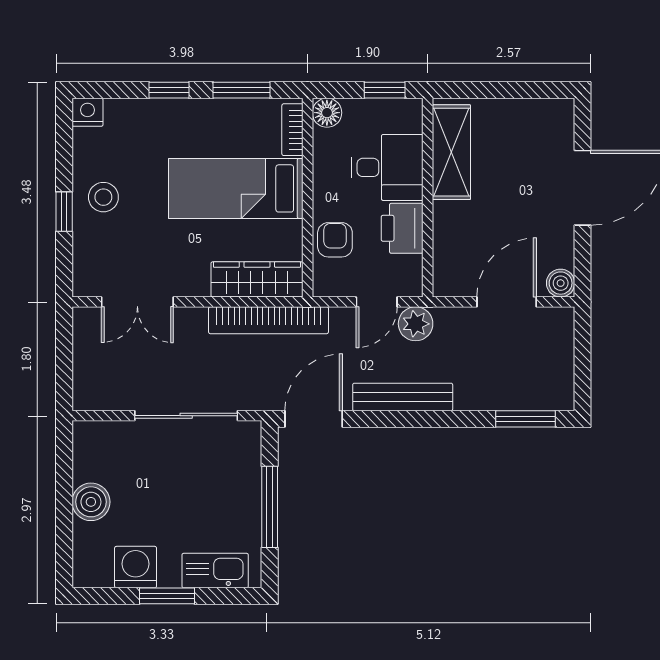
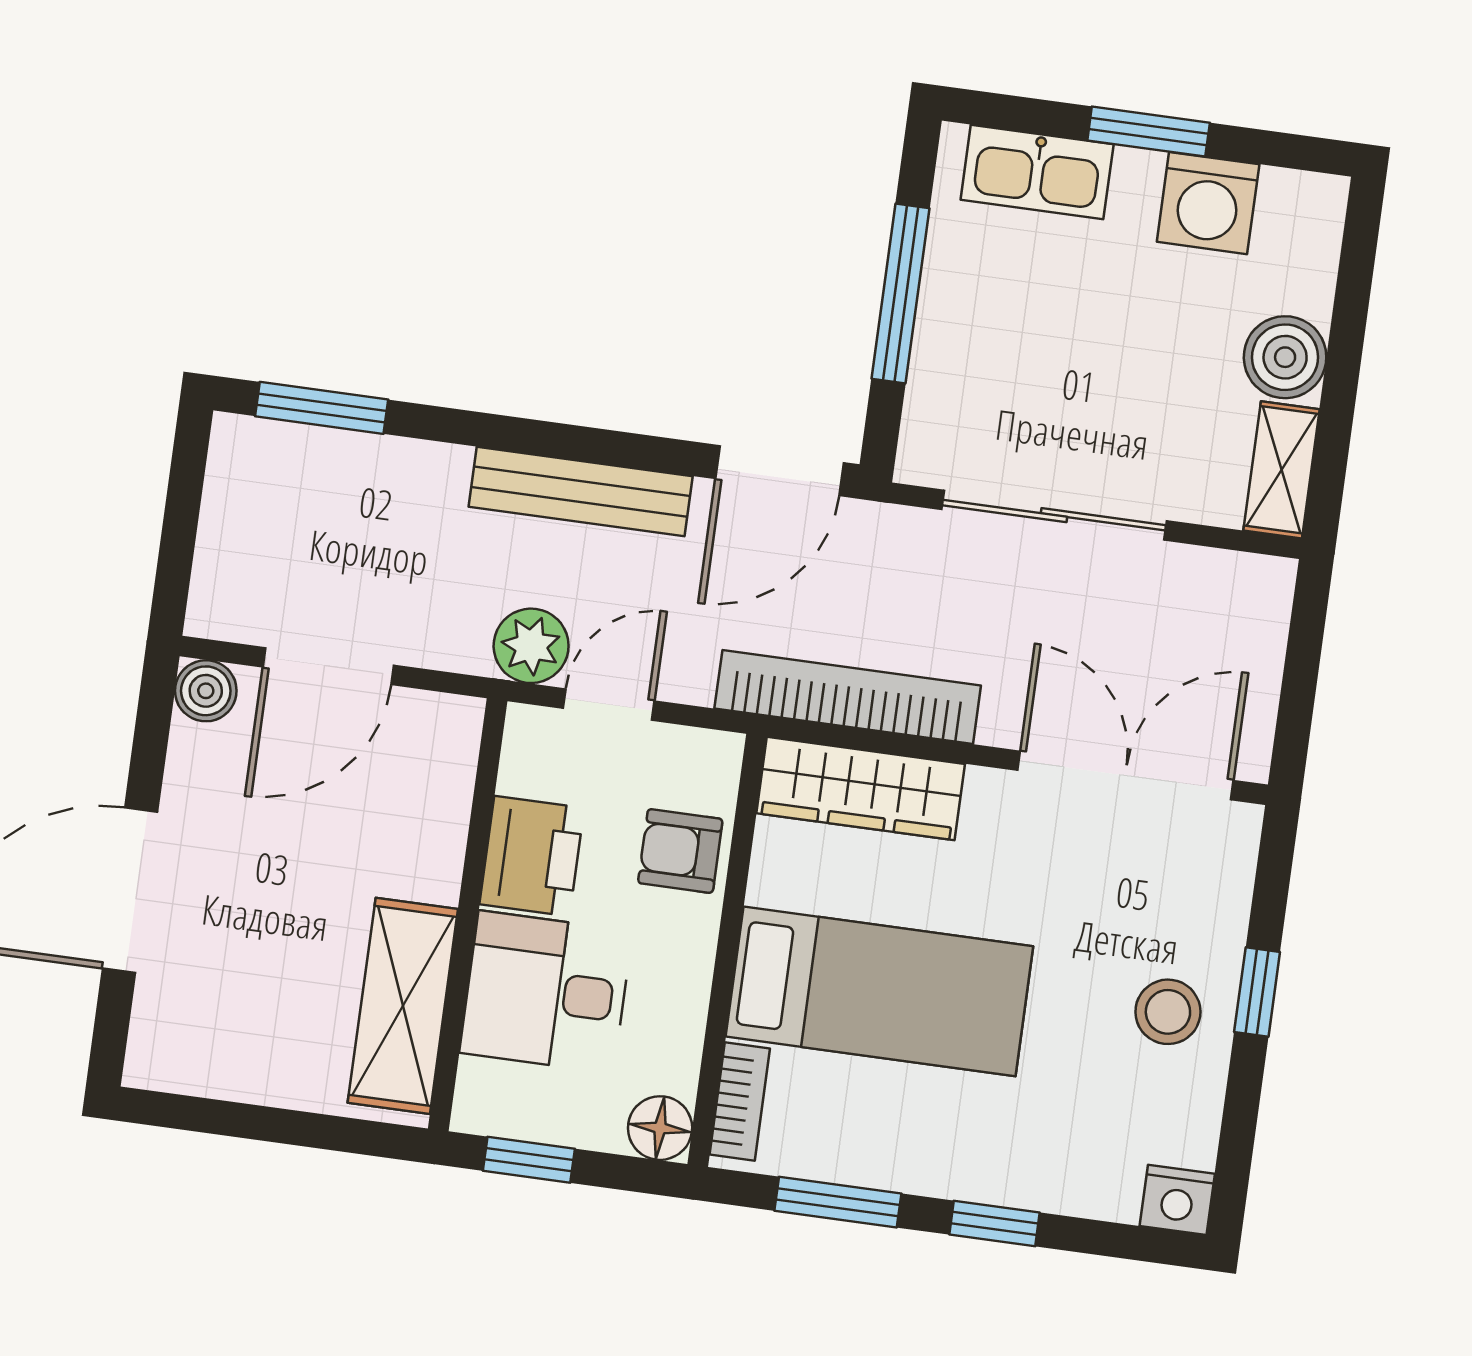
armchair: (335, 240) -> (680, 851), turned 90
double door: (137, 302) -> (1126, 775), width x1.37
shelving: (86, 450) -> (1281, 470), added

